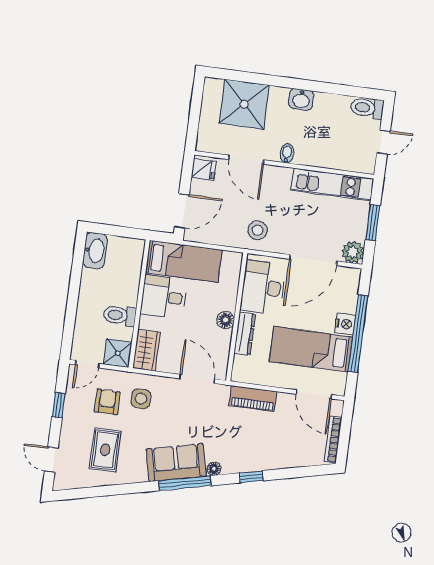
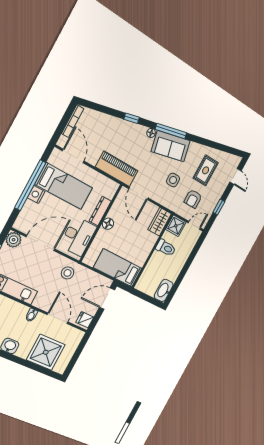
desk: (164, 297) -> (137, 250), removed
piano: (253, 398) -> (117, 169), width x1.37, depth x1.33
side table: (141, 399) -> (173, 180), moved

